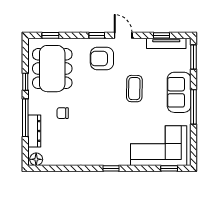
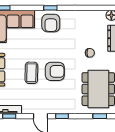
armchair: (102, 59) -> (55, 71), moved
armchair: (110, 150) -> (51, 23), added

